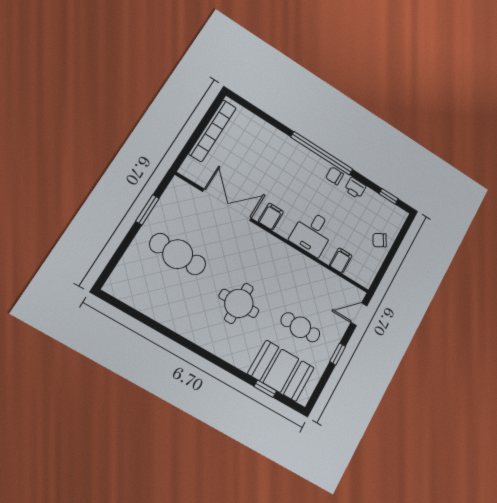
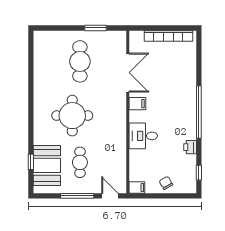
chair: (335, 176) -> (189, 129), removed
filing cabinet: (341, 261) -> (137, 187), moved
round table: (239, 303) -> (72, 116), width x1.36, depth x1.36
window: (338, 354) -> (77, 196), width x2.17

